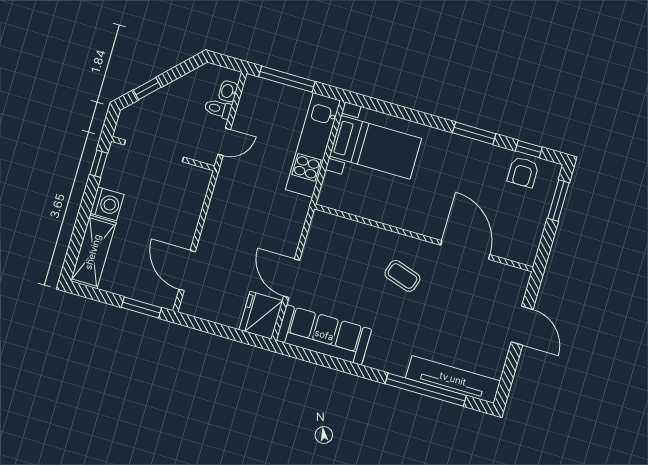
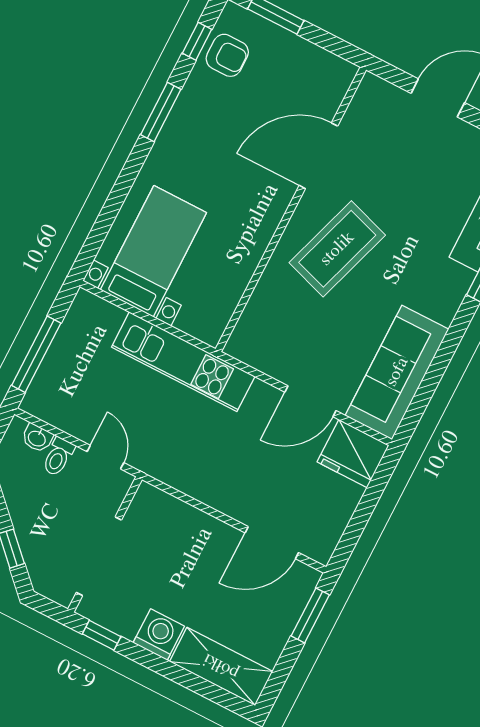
kitchen unit: (313, 145) -> (183, 362), moved
coffee table: (402, 276) -> (337, 249), width x1.86, depth x1.72

